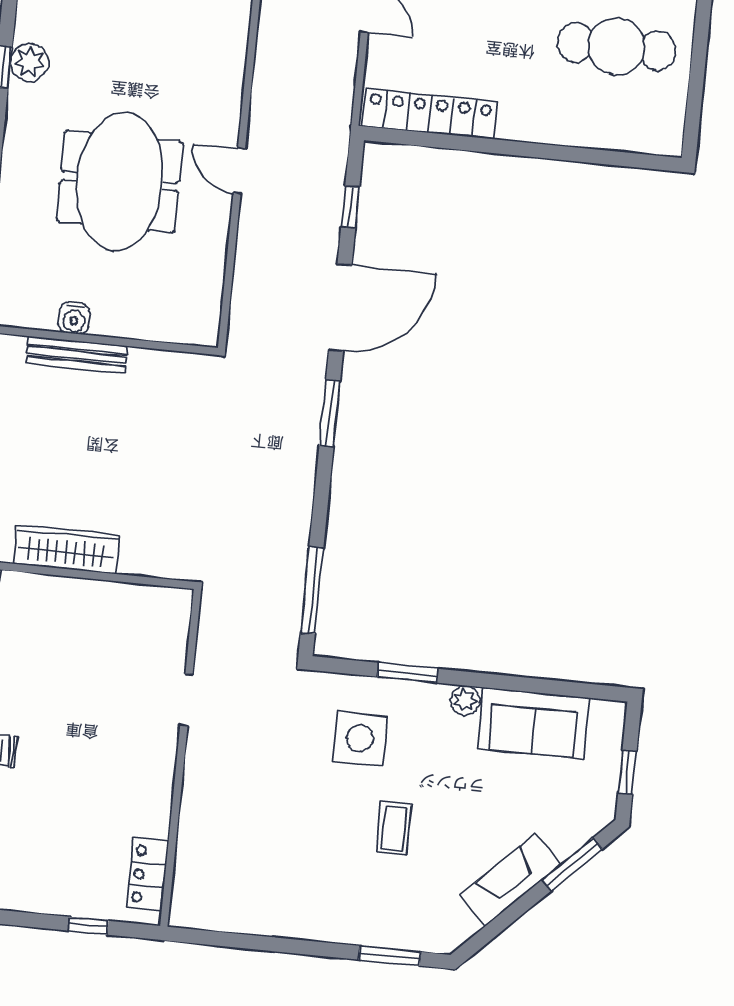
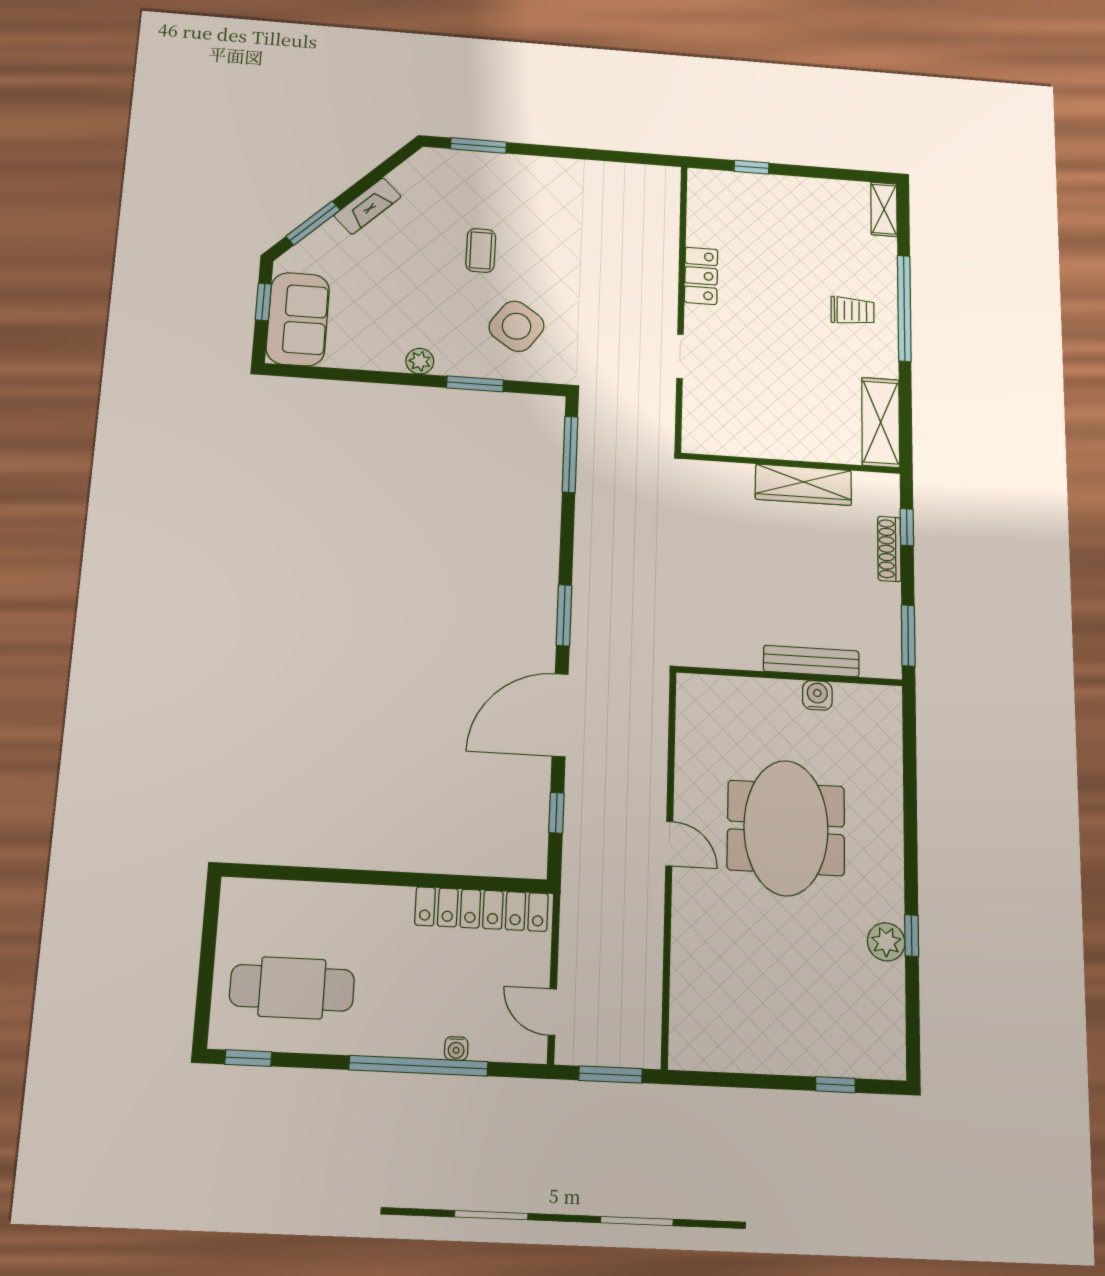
sofa: (534, 723) -> (298, 319), moved, turned 90
side table: (360, 738) -> (517, 326), turned 35
locker: (148, 875) -> (701, 276), moved
fireplace: (510, 880) -> (367, 206), width x0.73, depth x0.76

